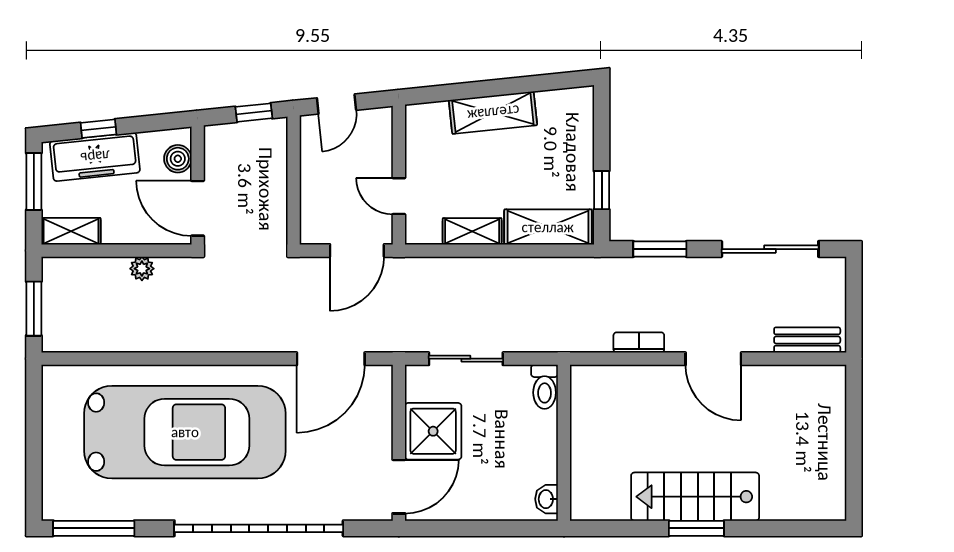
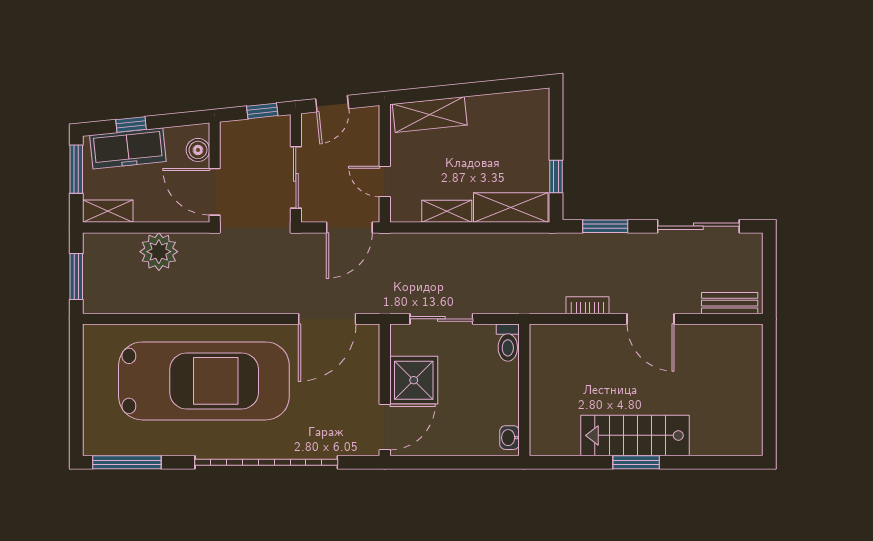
shelving: (493, 113) -> (430, 115), moved
sliding door: (294, 191) -> (296, 177), added
plant: (142, 269) -> (159, 252), width x1.88, depth x1.88

